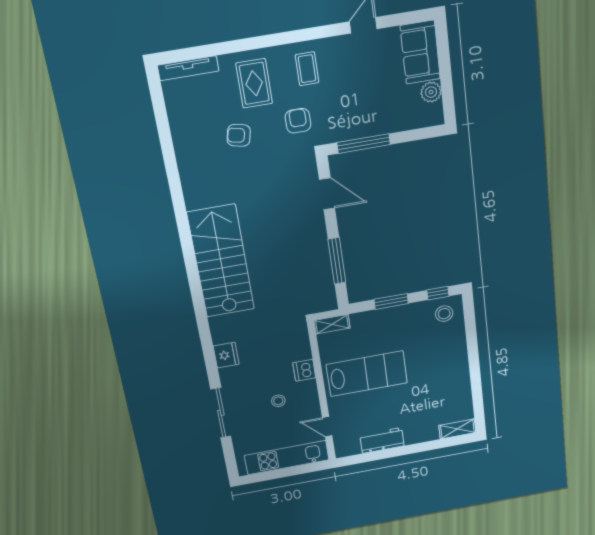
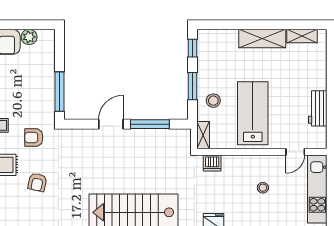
door: (327, 194) -> (111, 124), moved
stool: (444, 314) -> (213, 101), moved
shelving: (458, 368) -> (262, 39), added
dishwasher: (304, 370) -> (212, 163), moved
shelving: (457, 429) -> (302, 36), moved, turned 90

